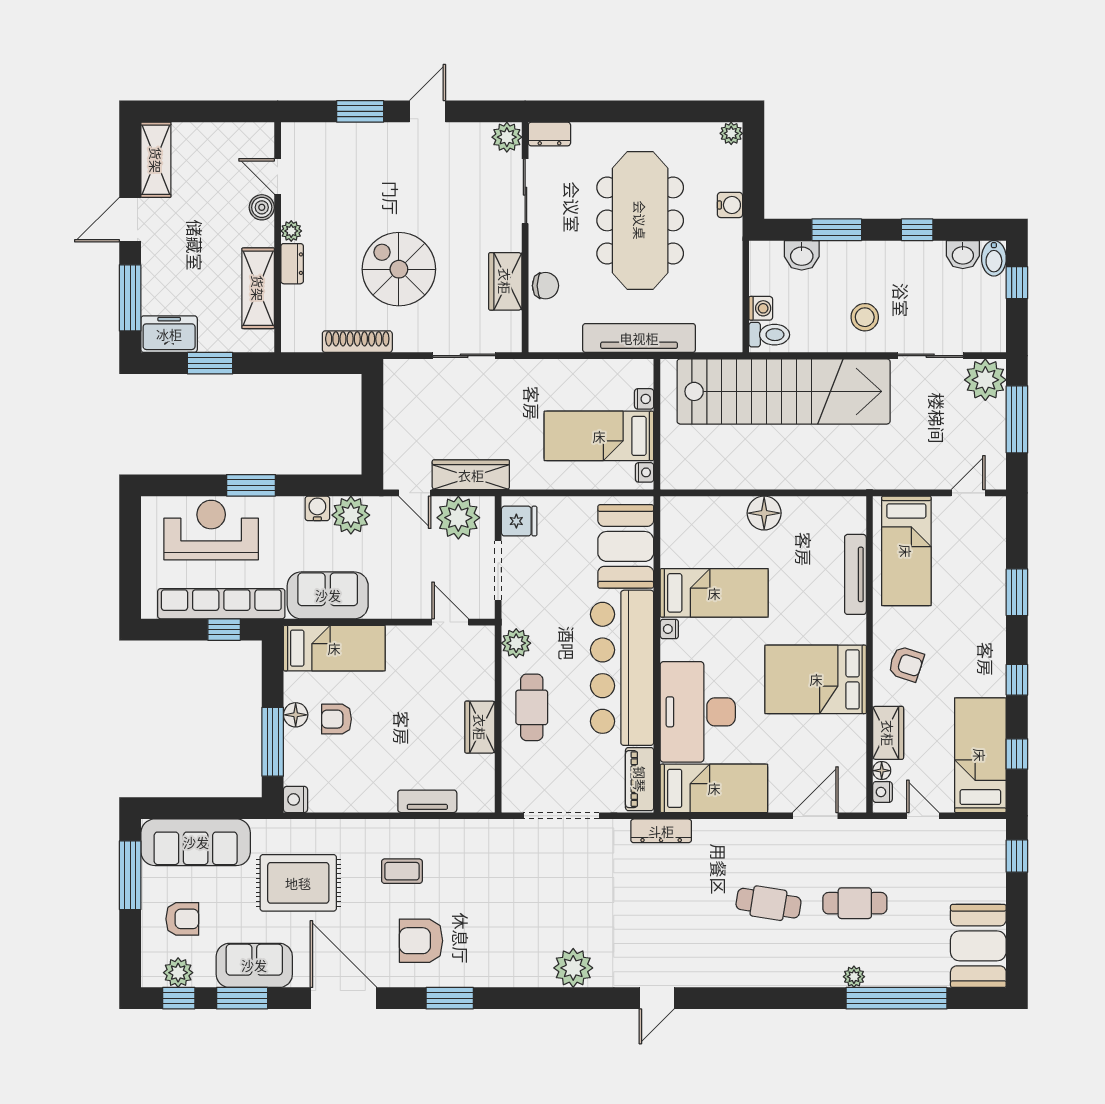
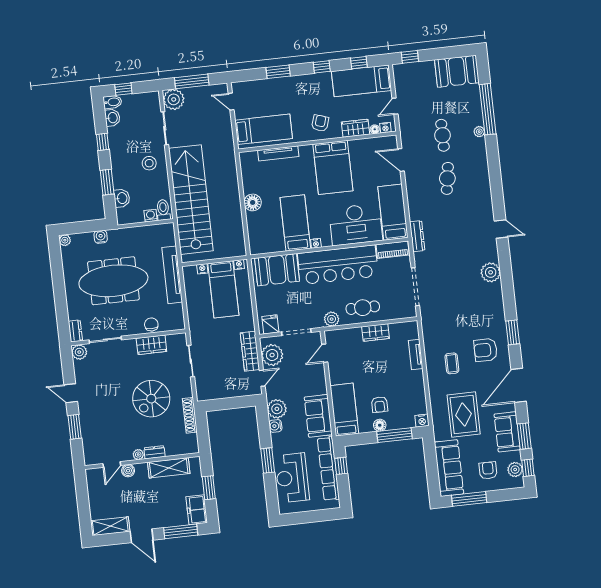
armchair: (421, 941) -> (486, 350), turned 90

